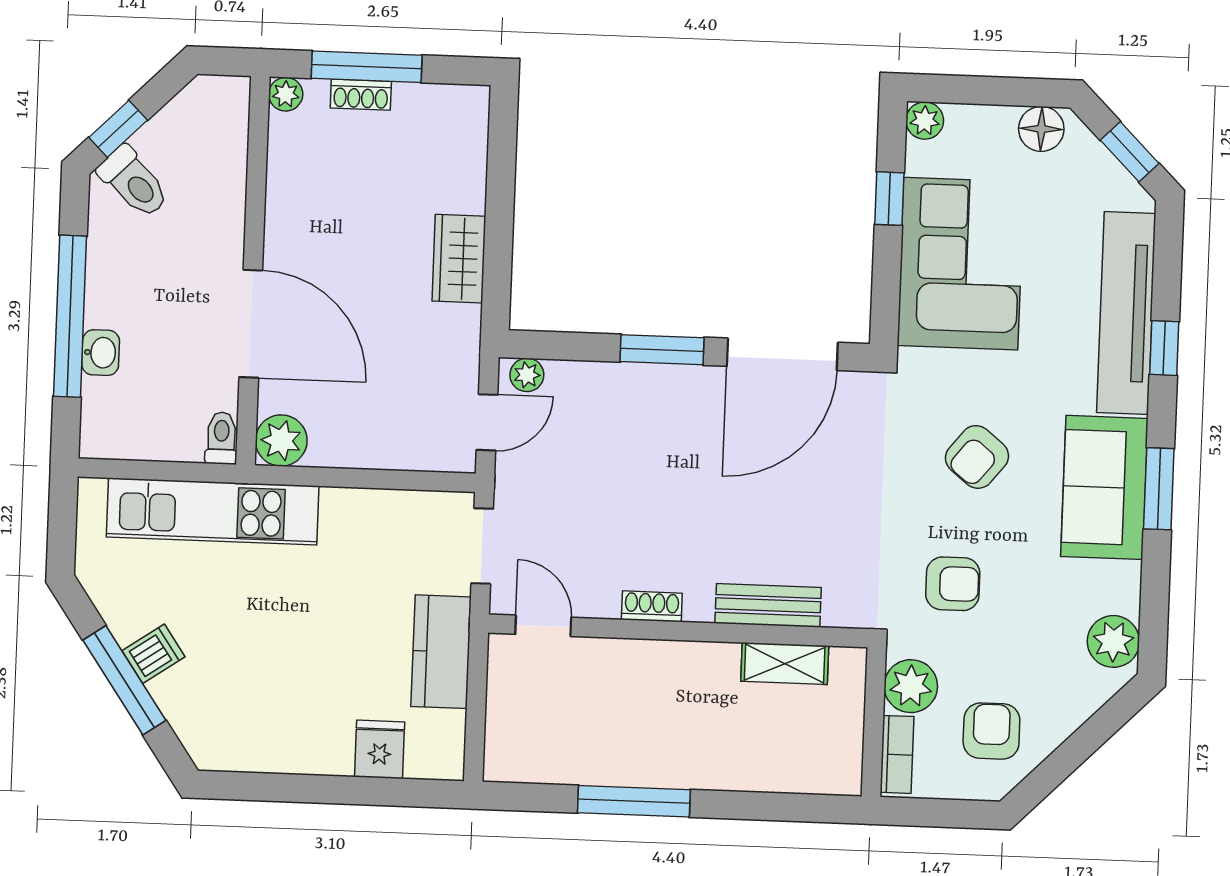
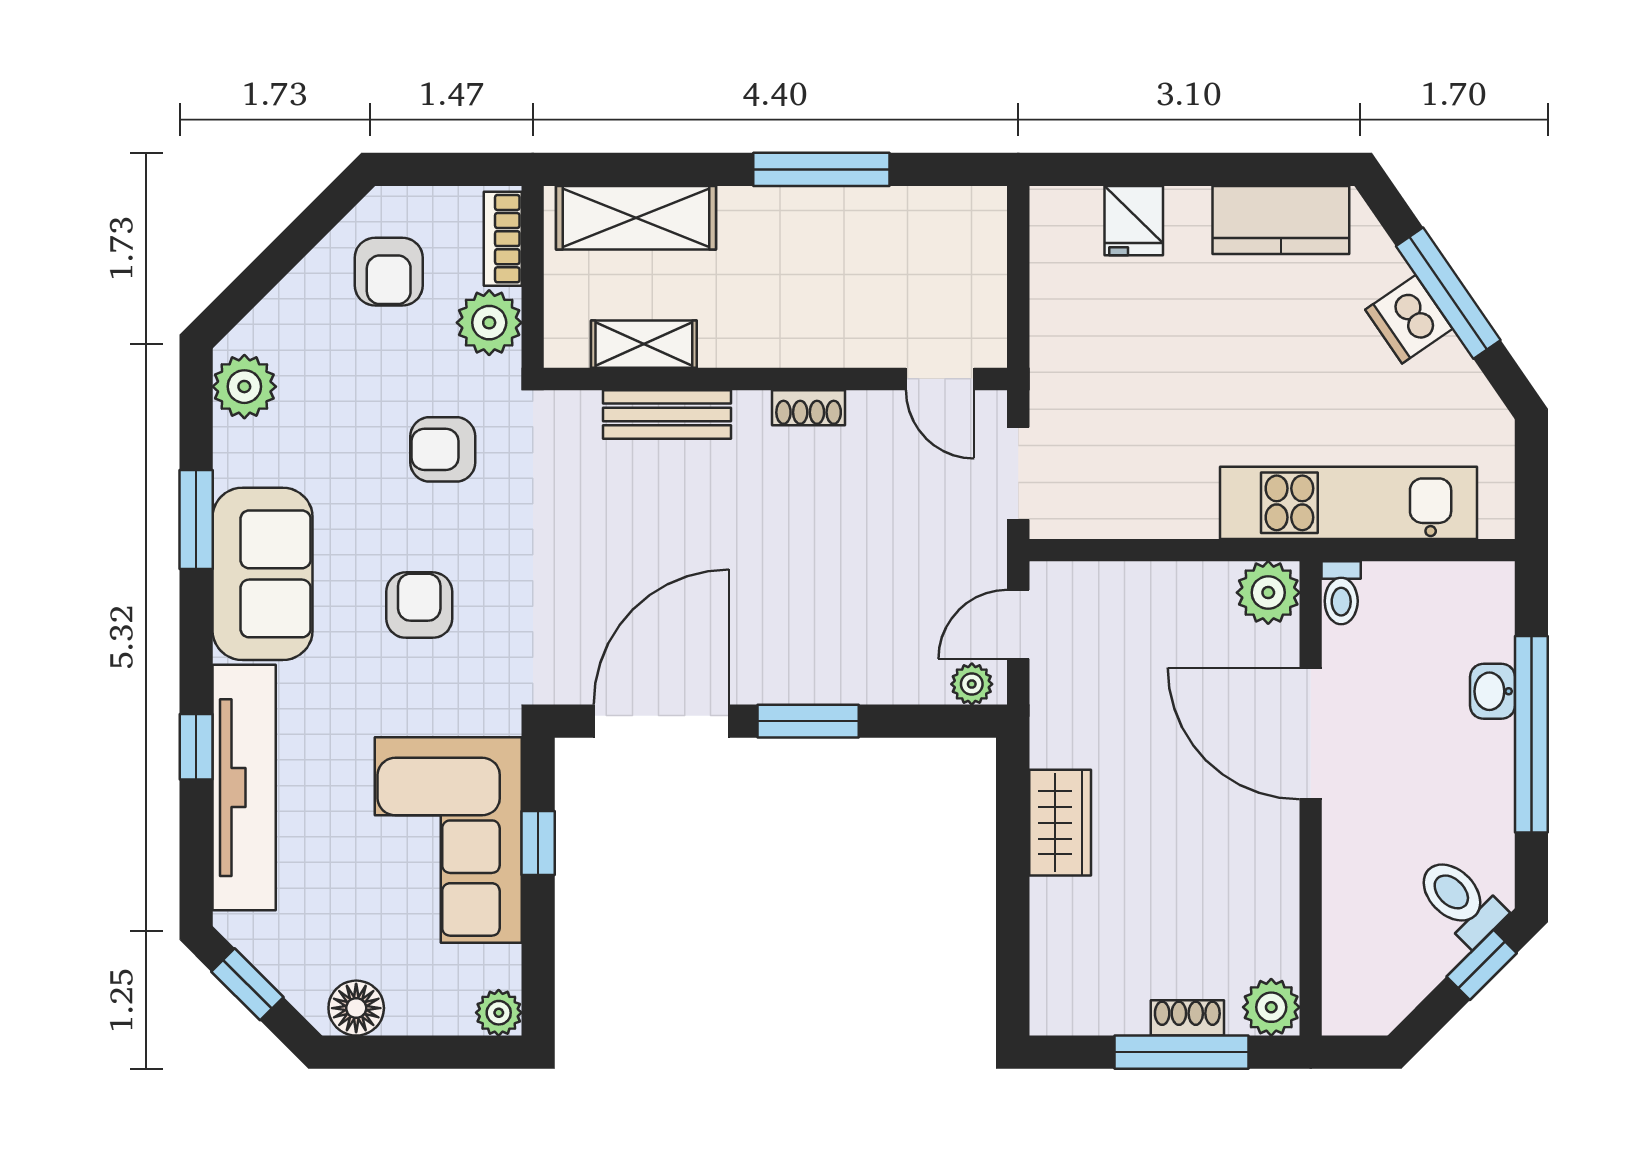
plant: (286, 94) -> (1271, 1007), width x1.38, depth x1.38
window: (889, 199) -> (538, 843), moved
armchair: (977, 457) -> (419, 605), turned -39
window: (1159, 489) -> (196, 519), moved
kitchen counter: (441, 652) -> (1281, 220), moved, turned 90
dishwasher: (153, 654) -> (1409, 319), width x1.38
shelving: (787, 767) -> (636, 218), added

